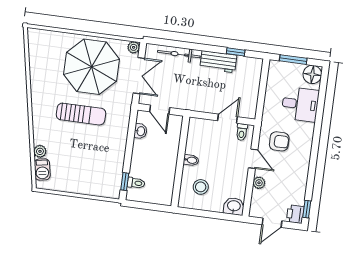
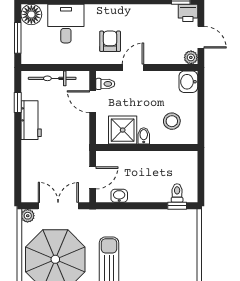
bicycle: (179, 54) -> (52, 78), moved, turned 90
shower: (199, 142) -> (123, 130), added
plant: (259, 183) -> (191, 57), moved

